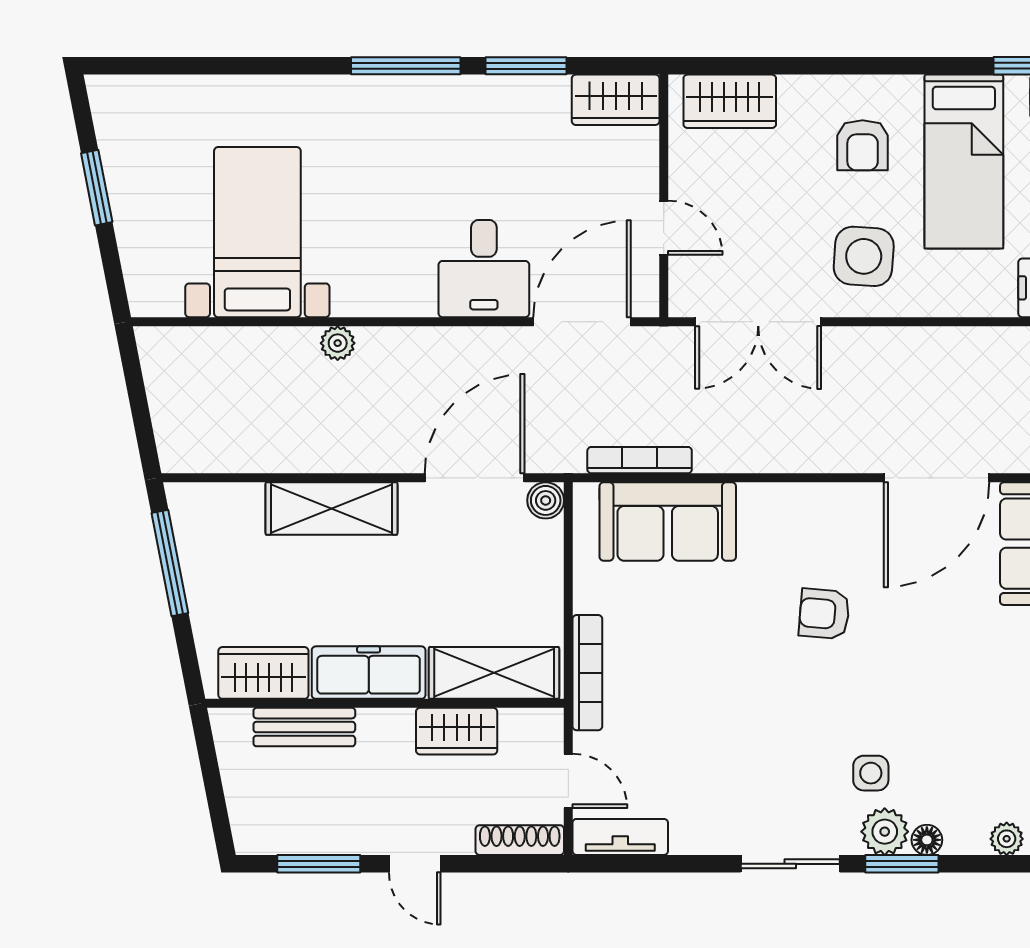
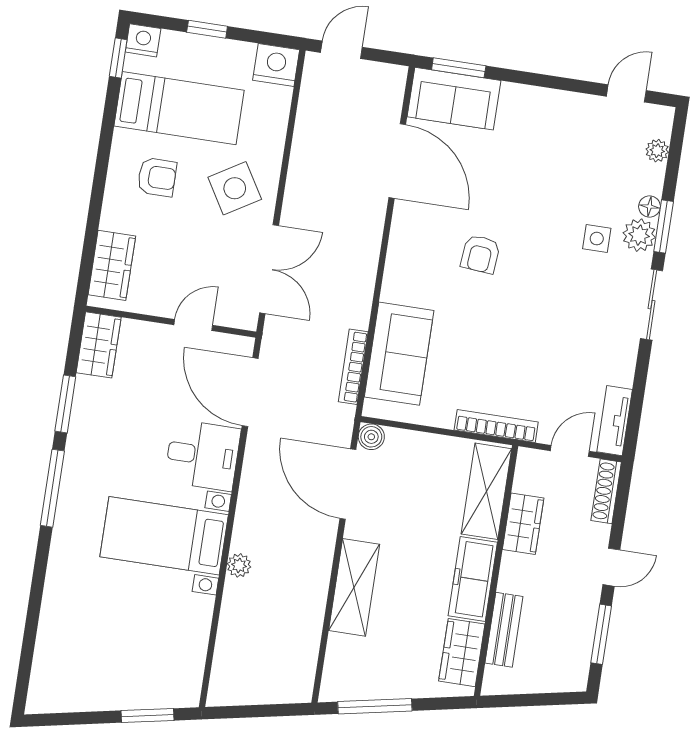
window: (97, 188) -> (148, 715), moved
bed with nightstands: (257, 232) -> (164, 536), moved
side table: (864, 256) -> (235, 188), turned -35

